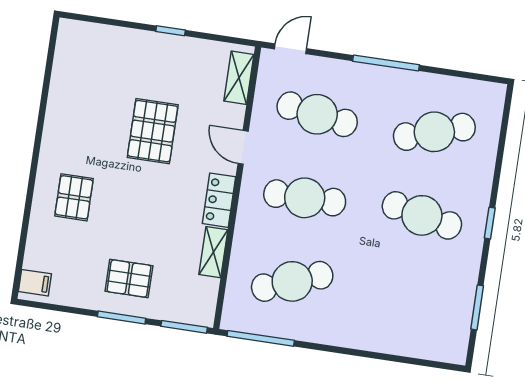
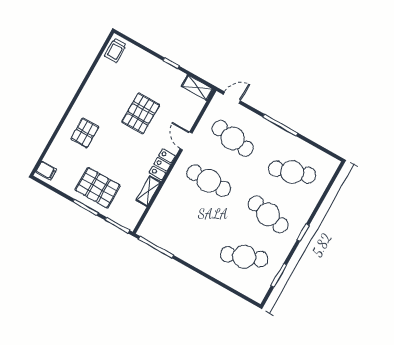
trolley: (72, 45) -> (115, 50), added
shelving: (239, 78) -> (197, 88), moved, turned 90
pallet: (129, 278) -> (98, 188), width x1.50, depth x1.42
cafe table: (292, 281) -> (244, 257), moved

